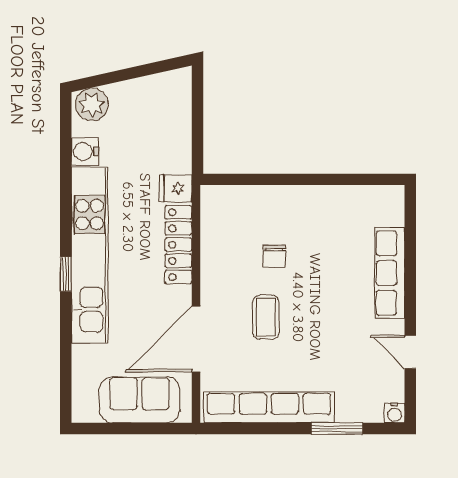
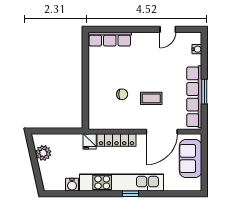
plant: (92, 104) -> (43, 153), moved
row of seats: (390, 273) -> (110, 39), moved
door: (196, 339) -> (162, 132), hinge flipped
water cooler: (395, 413) -> (197, 49), moved
window: (337, 429) -> (204, 92), moved

